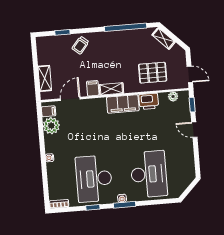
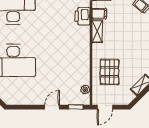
printer: (149, 101) -> (82, 16), moved
filing cabinet: (123, 104) -> (82, 41), removed

